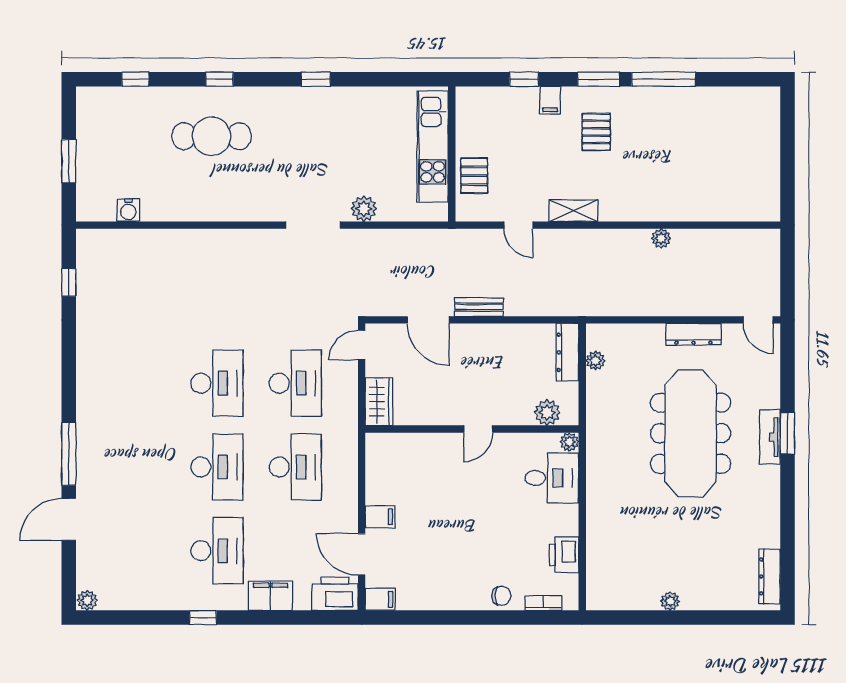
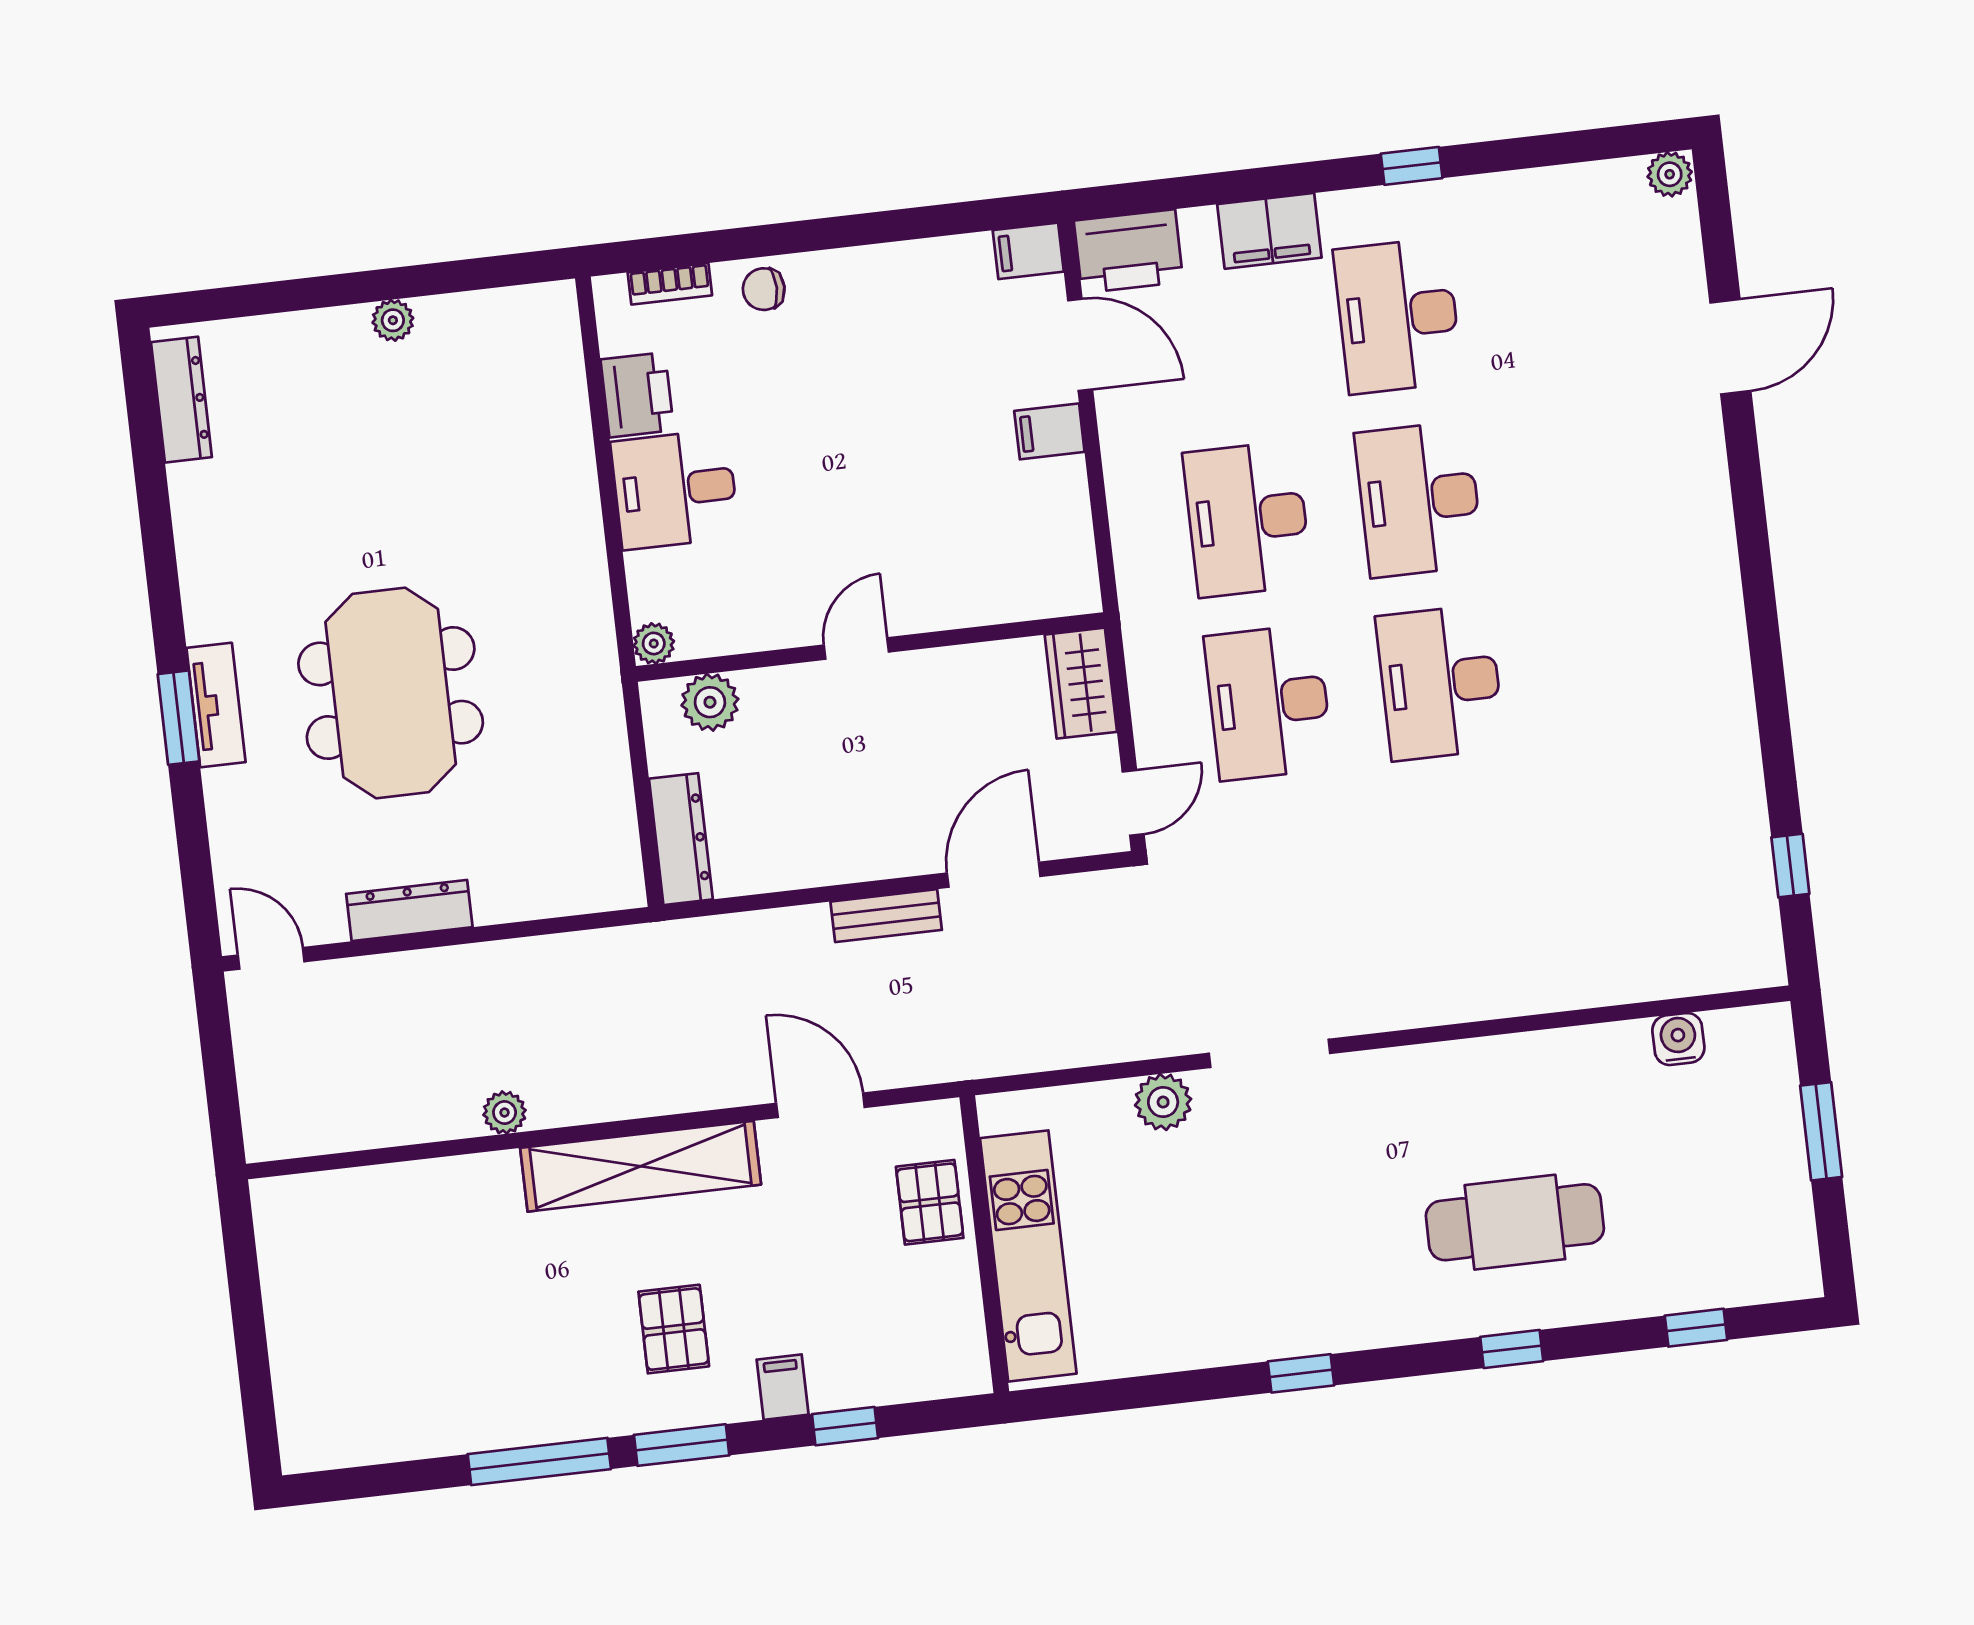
shelving: (573, 211) -> (641, 1166), width x2.20, depth x1.33
door: (518, 225) -> (820, 1105), width x1.37
door: (428, 320) -> (994, 875), hinge flipped
plant: (595, 361) -> (617, 828), removed
meeting table: (691, 433) -> (391, 693), width x0.73
window: (69, 454) -> (1747, 490), removed
desk: (552, 478) -> (675, 489), moved

